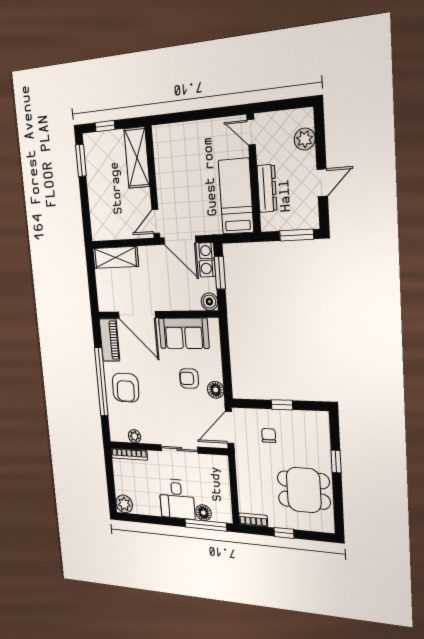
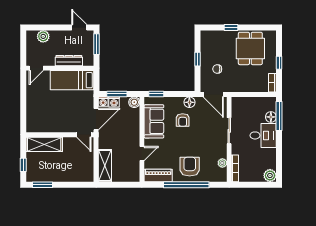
door: (322, 183) -> (79, 27), moved
door: (137, 315) -> (142, 154), width x0.53
window: (224, 337) -> (156, 94), added
armchair: (126, 388) -> (190, 167), turned -92

